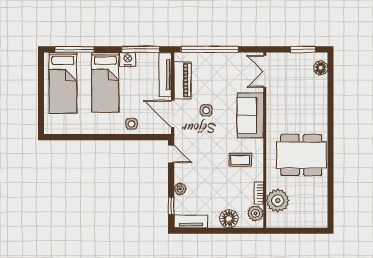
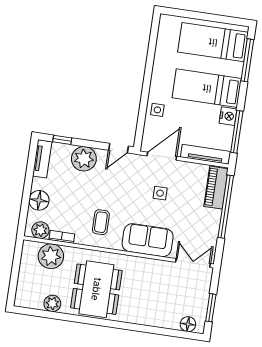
piano: (182, 80) -> (216, 188), moved, turned 90
plant: (180, 189) -> (84, 159), width x1.88, depth x1.88
plant: (320, 193) -> (52, 303), added

